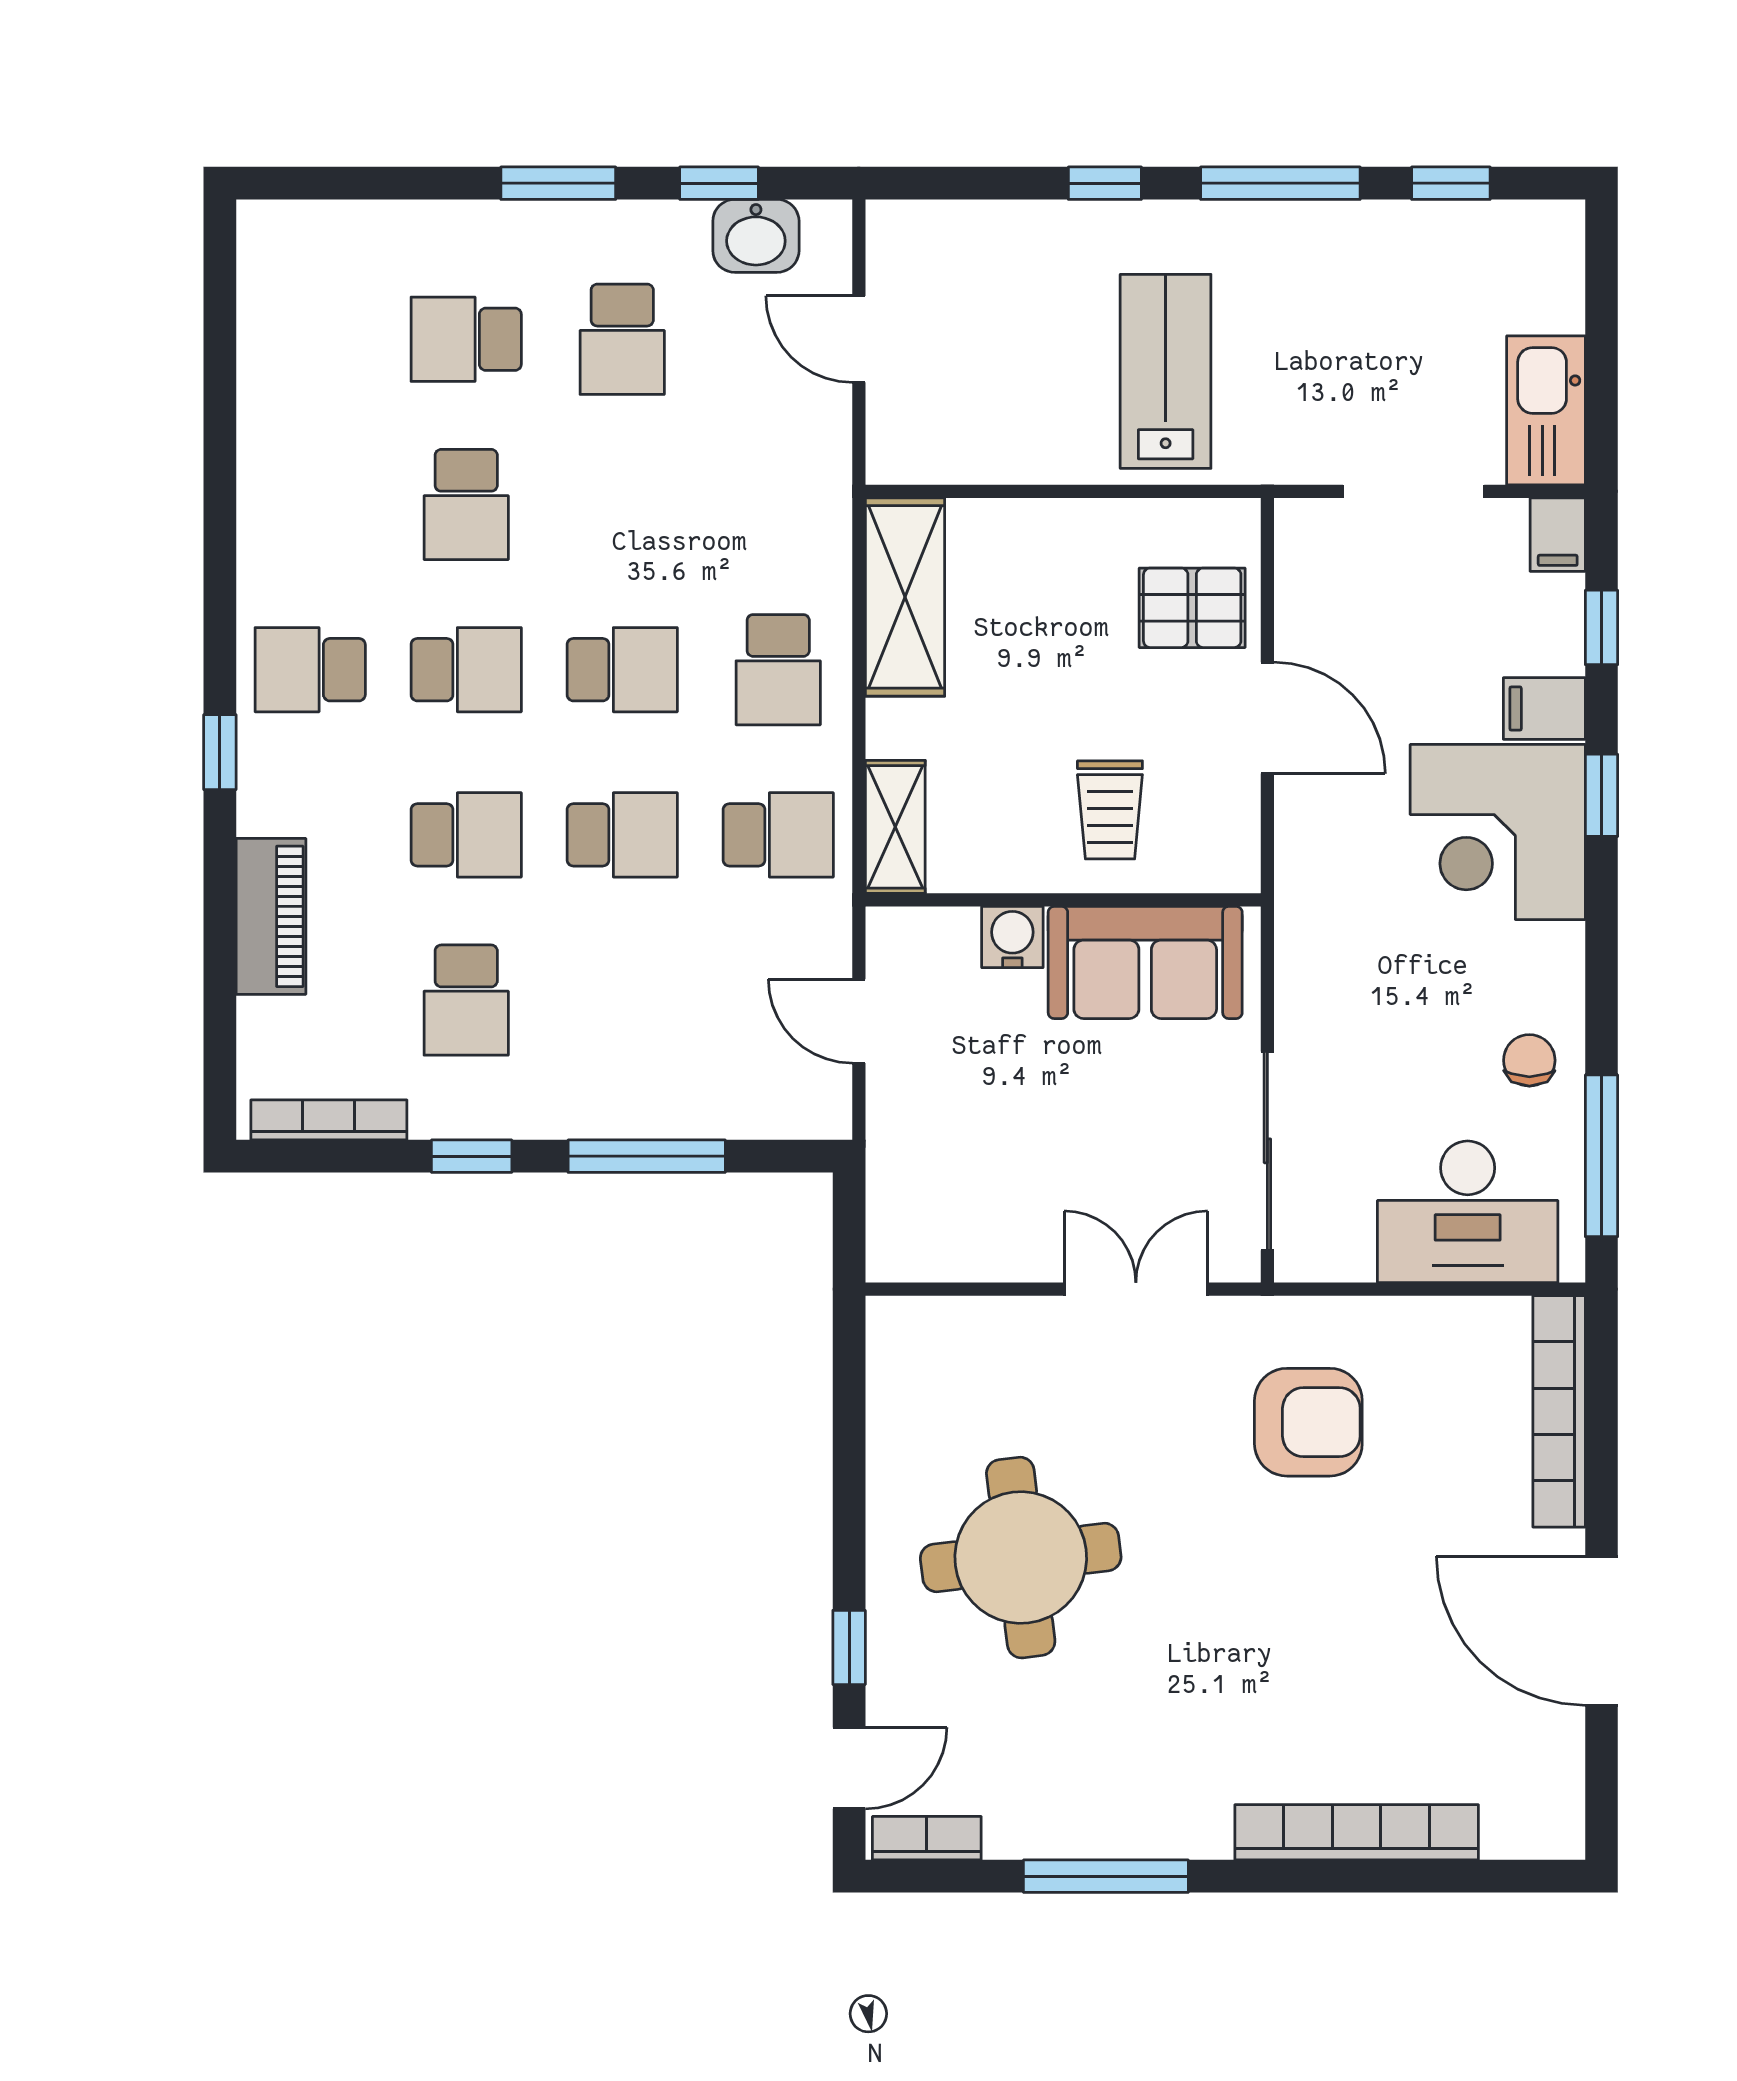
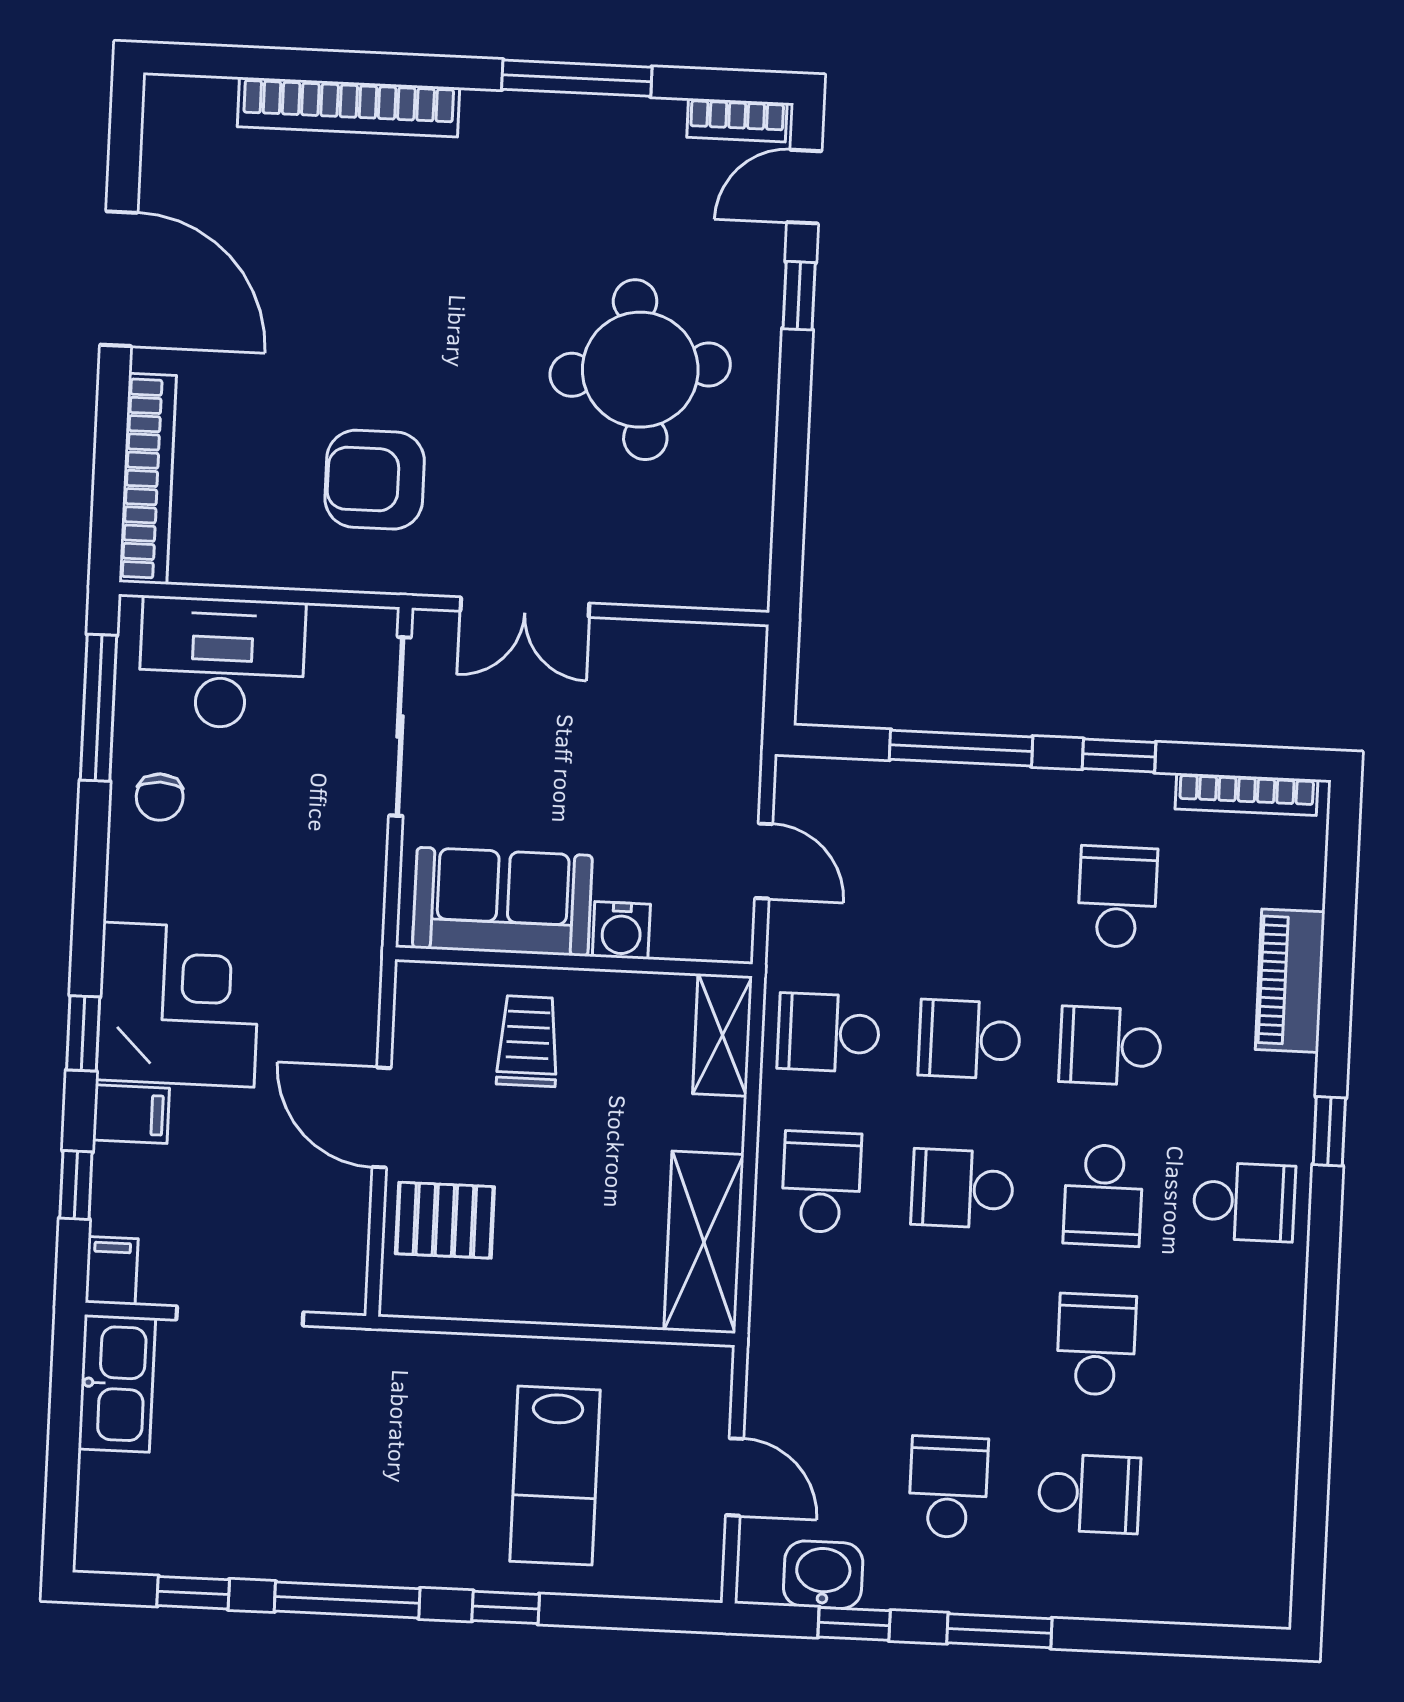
lab bench: (1166, 371) -> (555, 1476), moved
school desk: (466, 670) -> (1103, 1195), turned -90

